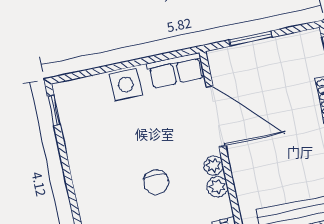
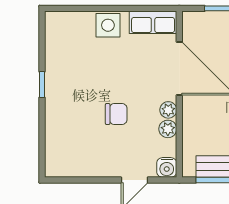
window: (54, 110) -> (42, 85), moved
chair: (156, 182) -> (116, 114), turned -90

